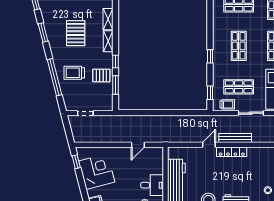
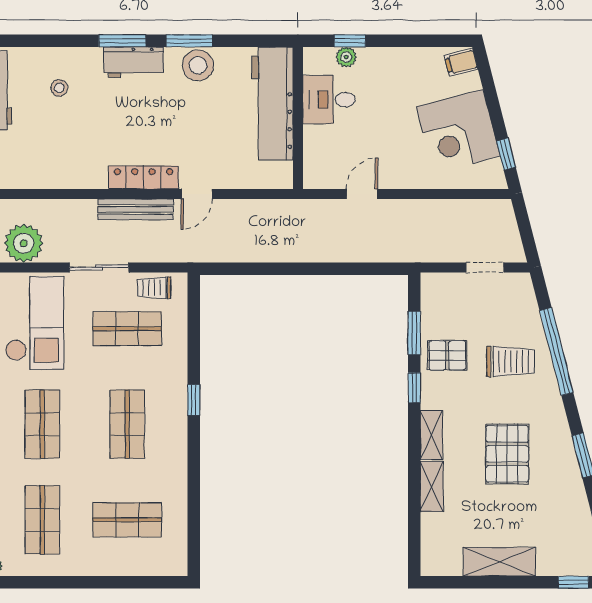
window: (210, 93) -> (194, 315), removed

